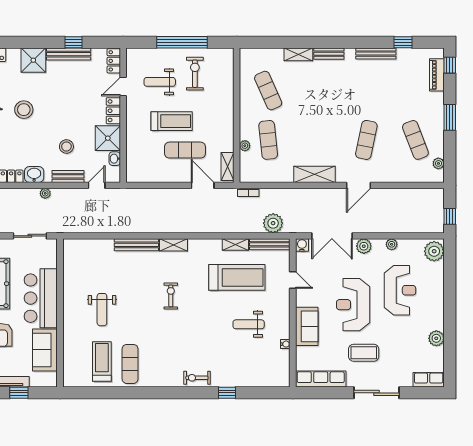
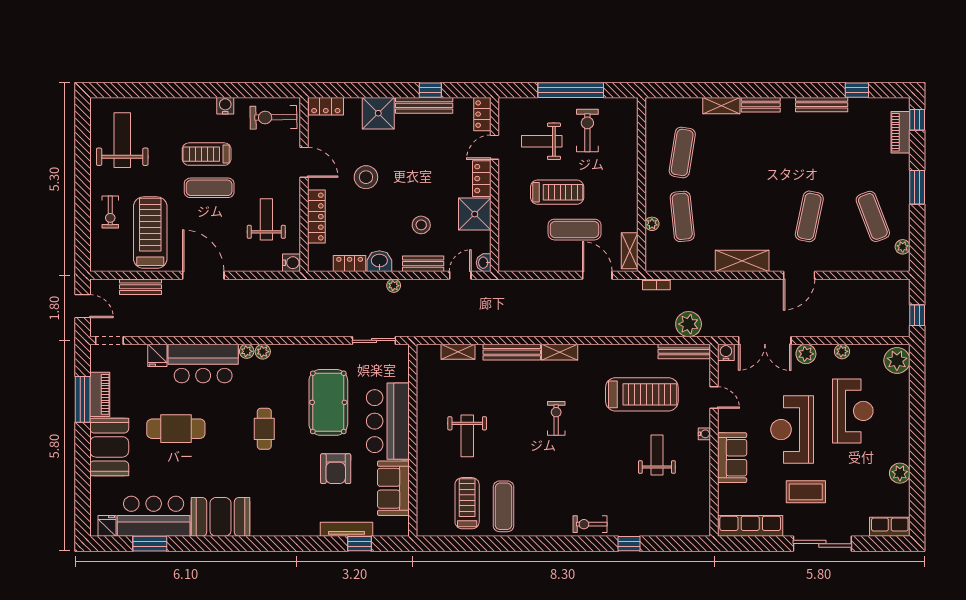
exercise mat: (268, 91) -> (682, 152), turned 33
washbasin: (115, 159) -> (484, 263), moved
shelving: (235, 244) -> (458, 352), moved
weight bench: (249, 324) -> (657, 455), turned 90
water cooler: (285, 344) -> (704, 434), moved

